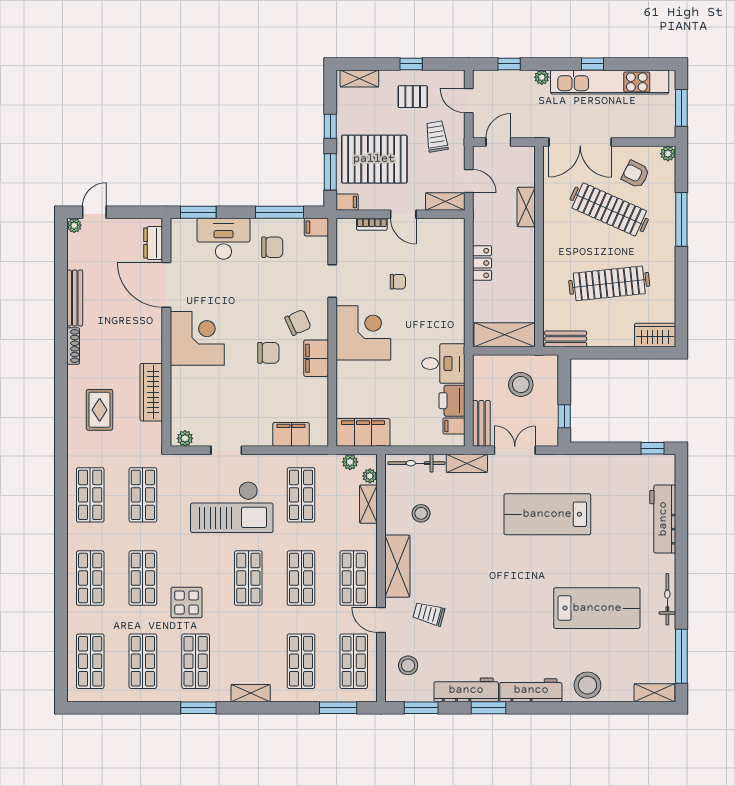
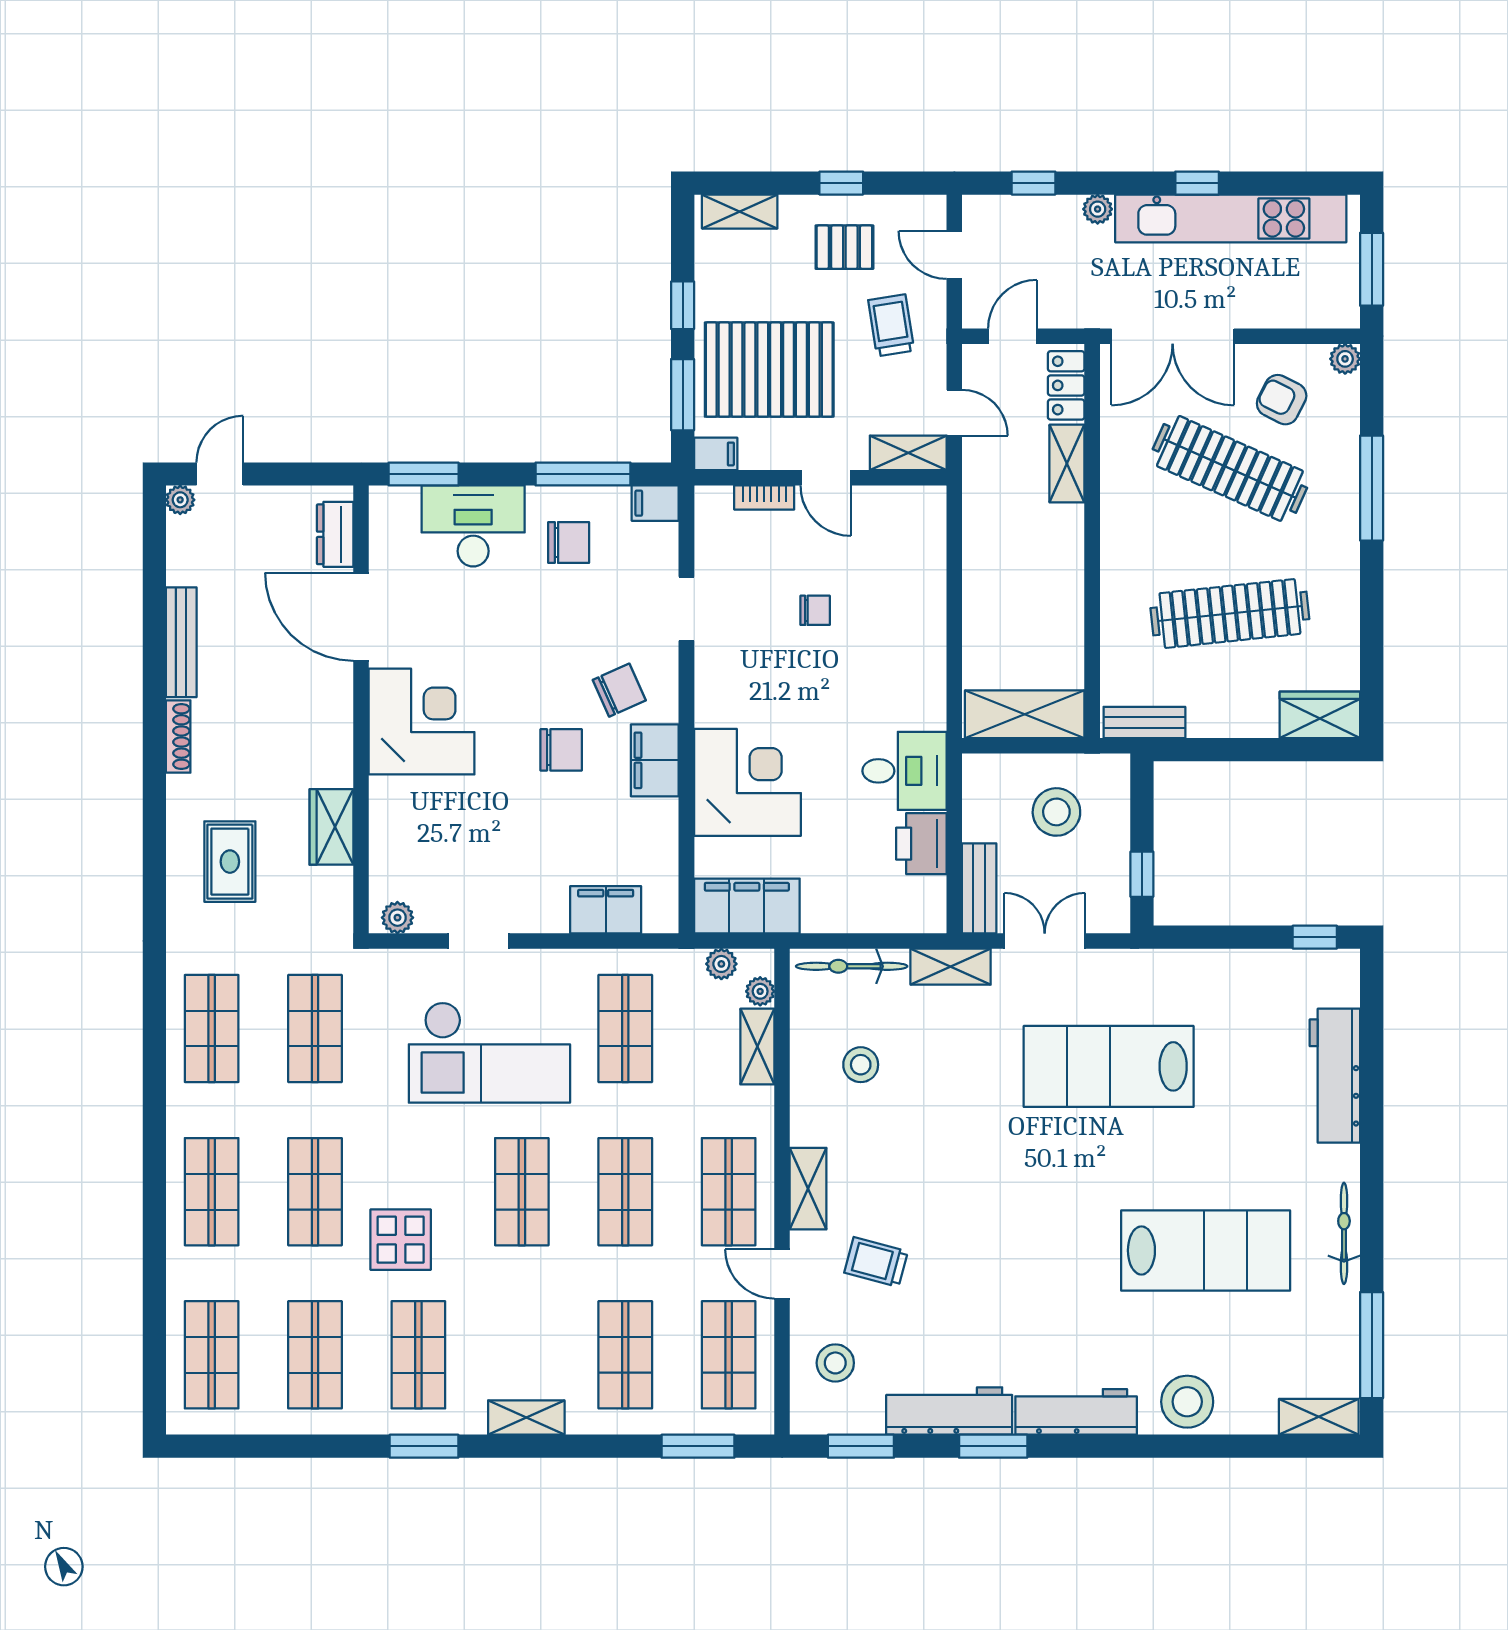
locker: (482, 263) -> (1066, 385), moved, turned 180
corner desk: (363, 333) -> (747, 782), moved
wardrobe: (151, 392) -> (331, 827), width x0.67
filing cabinet: (454, 426) -> (925, 893), removed
shelving: (397, 566) -> (808, 1189), width x0.67, depth x0.75

